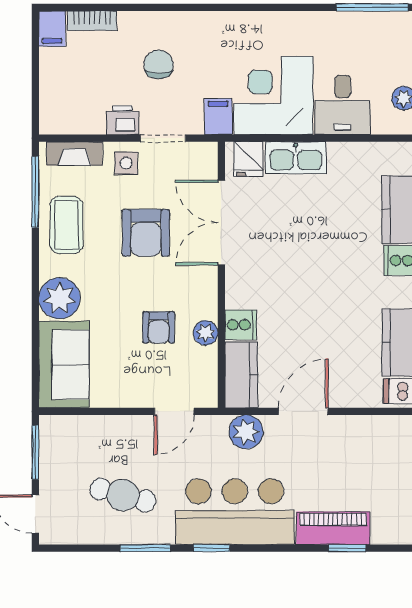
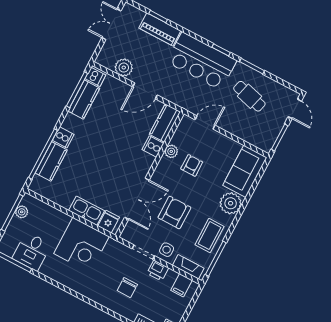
desk: (343, 105) -> (32, 251), moved, turned 180
filing cabinet: (218, 117) -> (181, 285), moved
plant: (246, 432) -> (124, 68), moved

